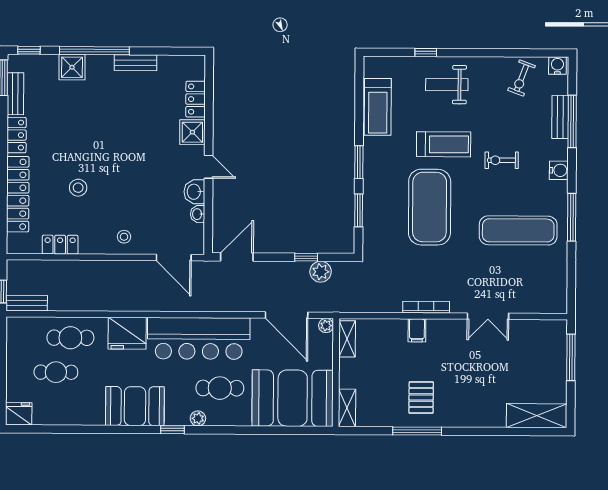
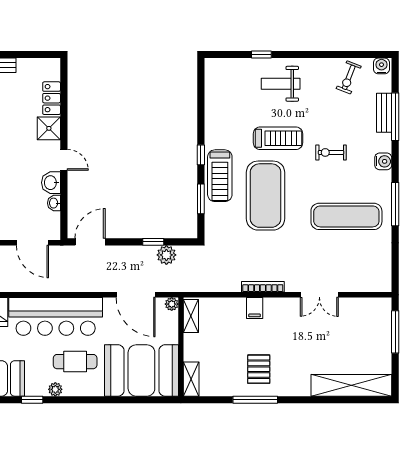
treadmill: (378, 107) -> (220, 176), moved
window: (359, 162) -> (201, 155), width x0.67
shelving: (537, 416) -> (351, 385), width x1.47

